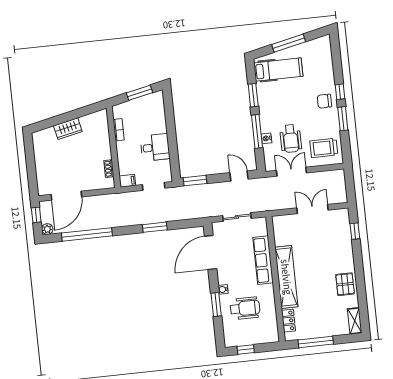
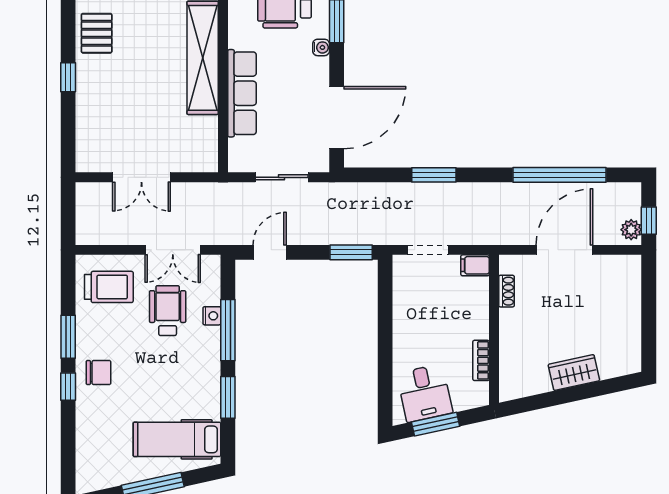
desk: (155, 147) -> (425, 393), moved, turned -102
door: (239, 176) -> (270, 252), swing flipped
door: (66, 196) -> (564, 250), moved
plant: (47, 229) -> (631, 230), moved
window: (355, 231) -> (68, 77), moved

